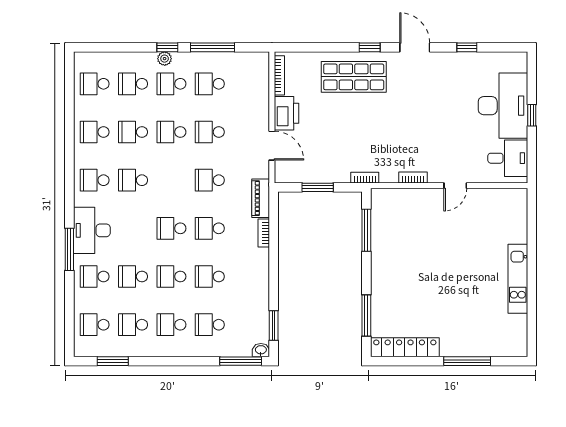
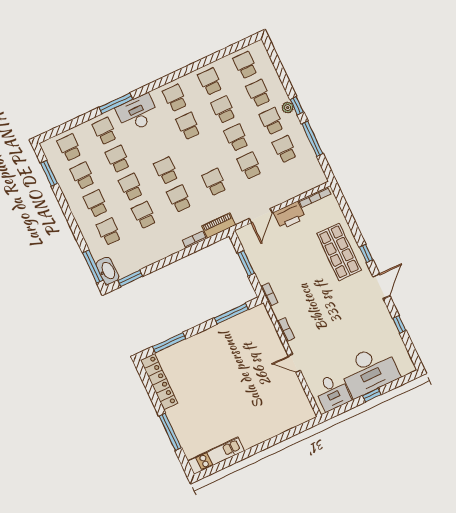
kitchen unit: (518, 279) -> (216, 456), moved
washbasin: (261, 350) -> (107, 271), width x1.91, depth x1.45

